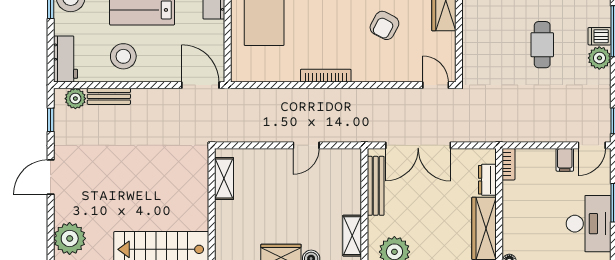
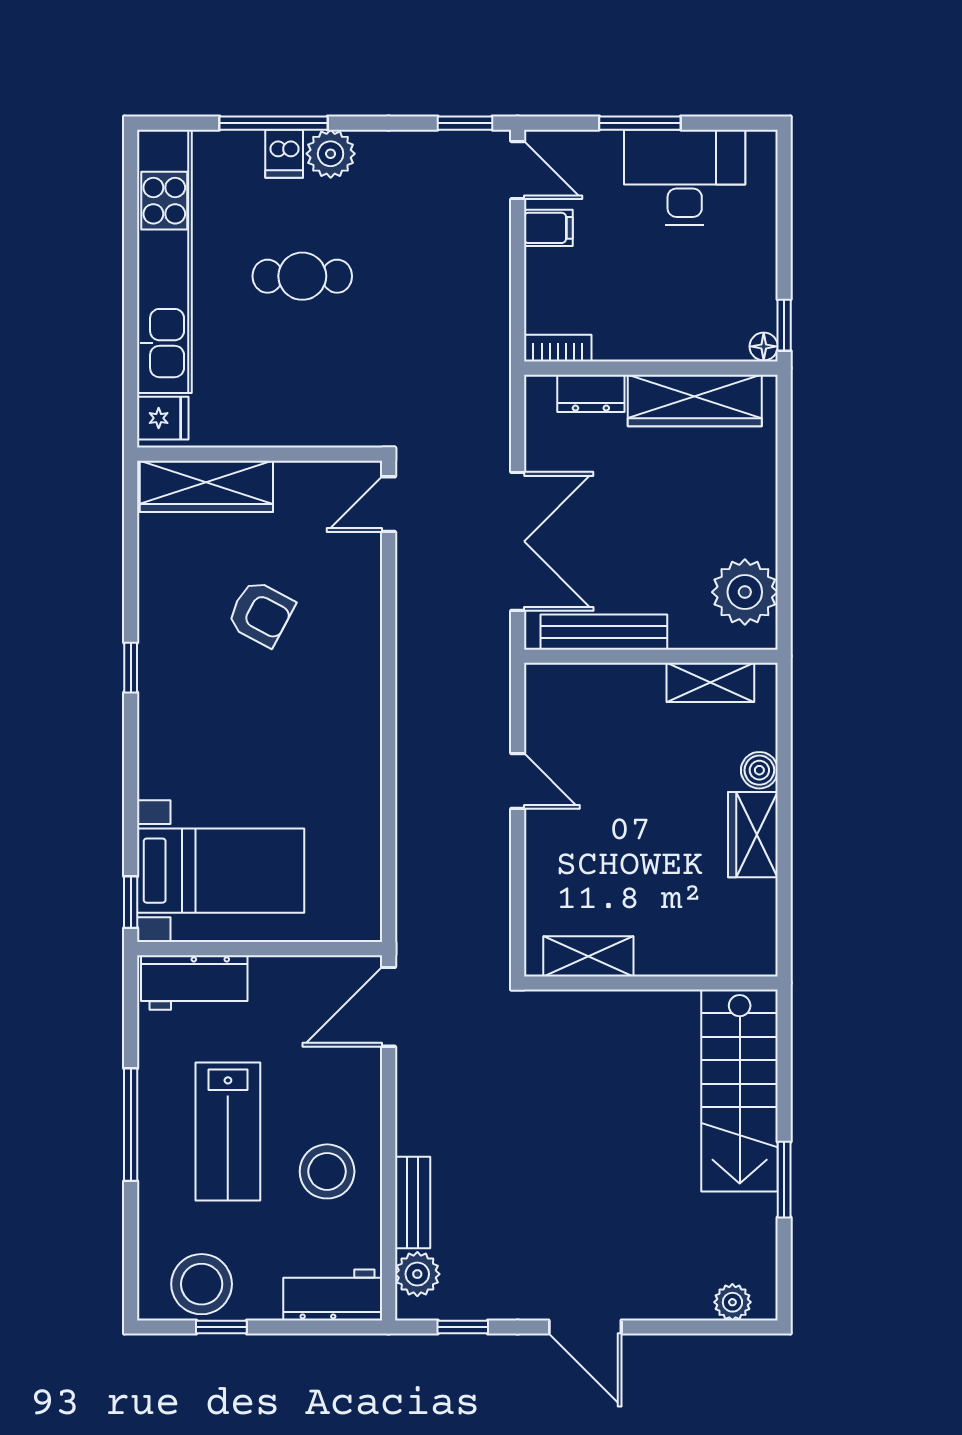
bookcase: (326, 76) -> (368, 739), removed
plant: (70, 238) -> (732, 1302), width x0.53, depth x0.53

